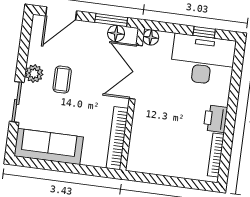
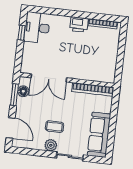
floor lamp: (151, 37) -> (26, 68), removed
desk: (203, 60) -> (37, 28), width x0.73, depth x0.77

